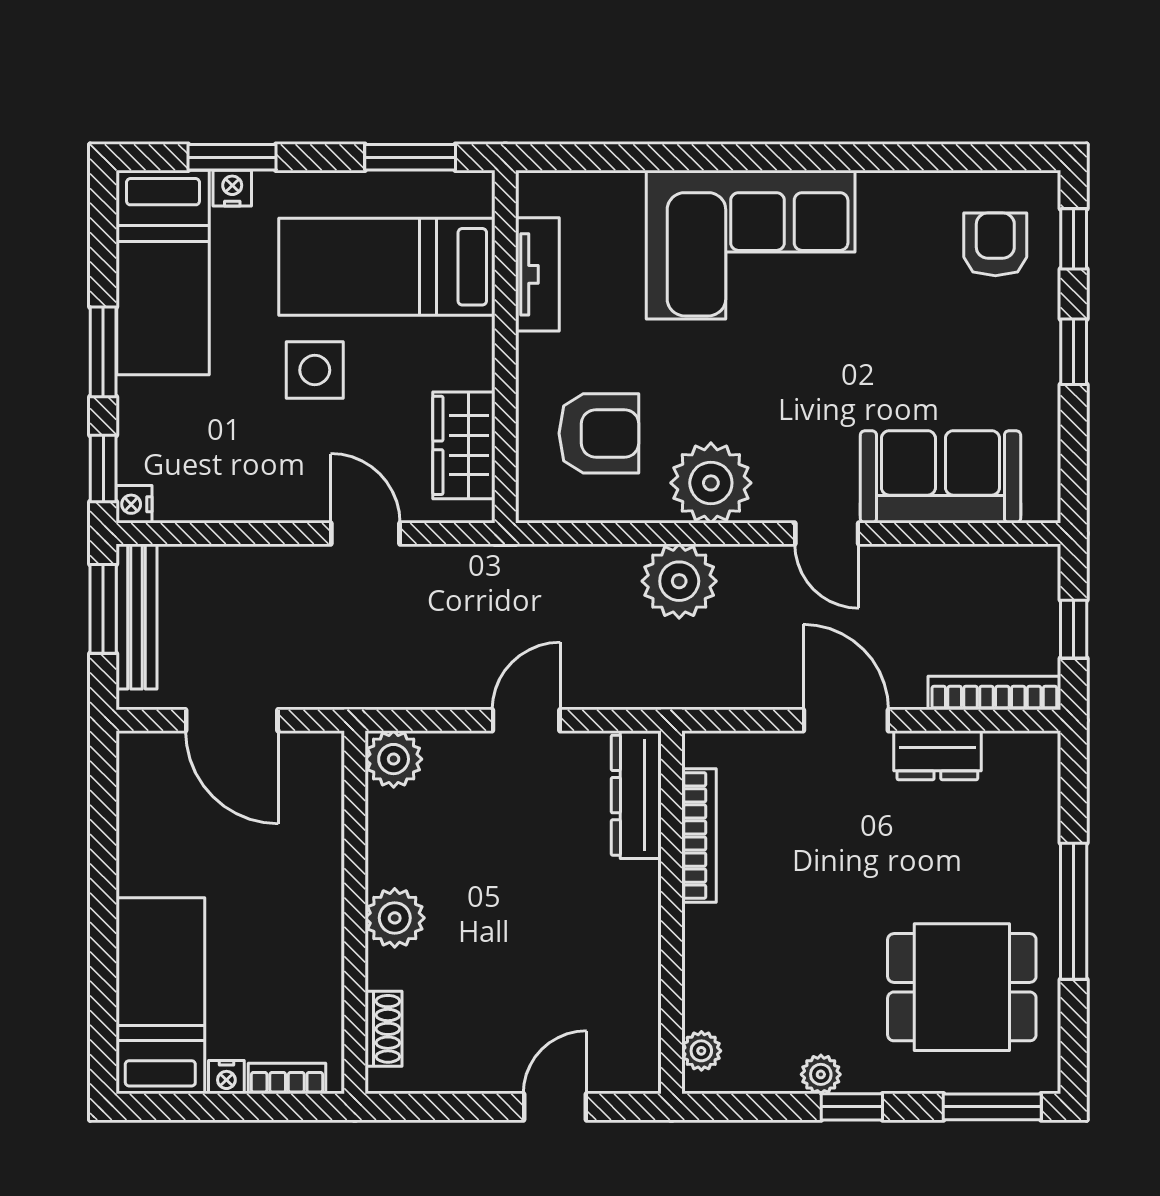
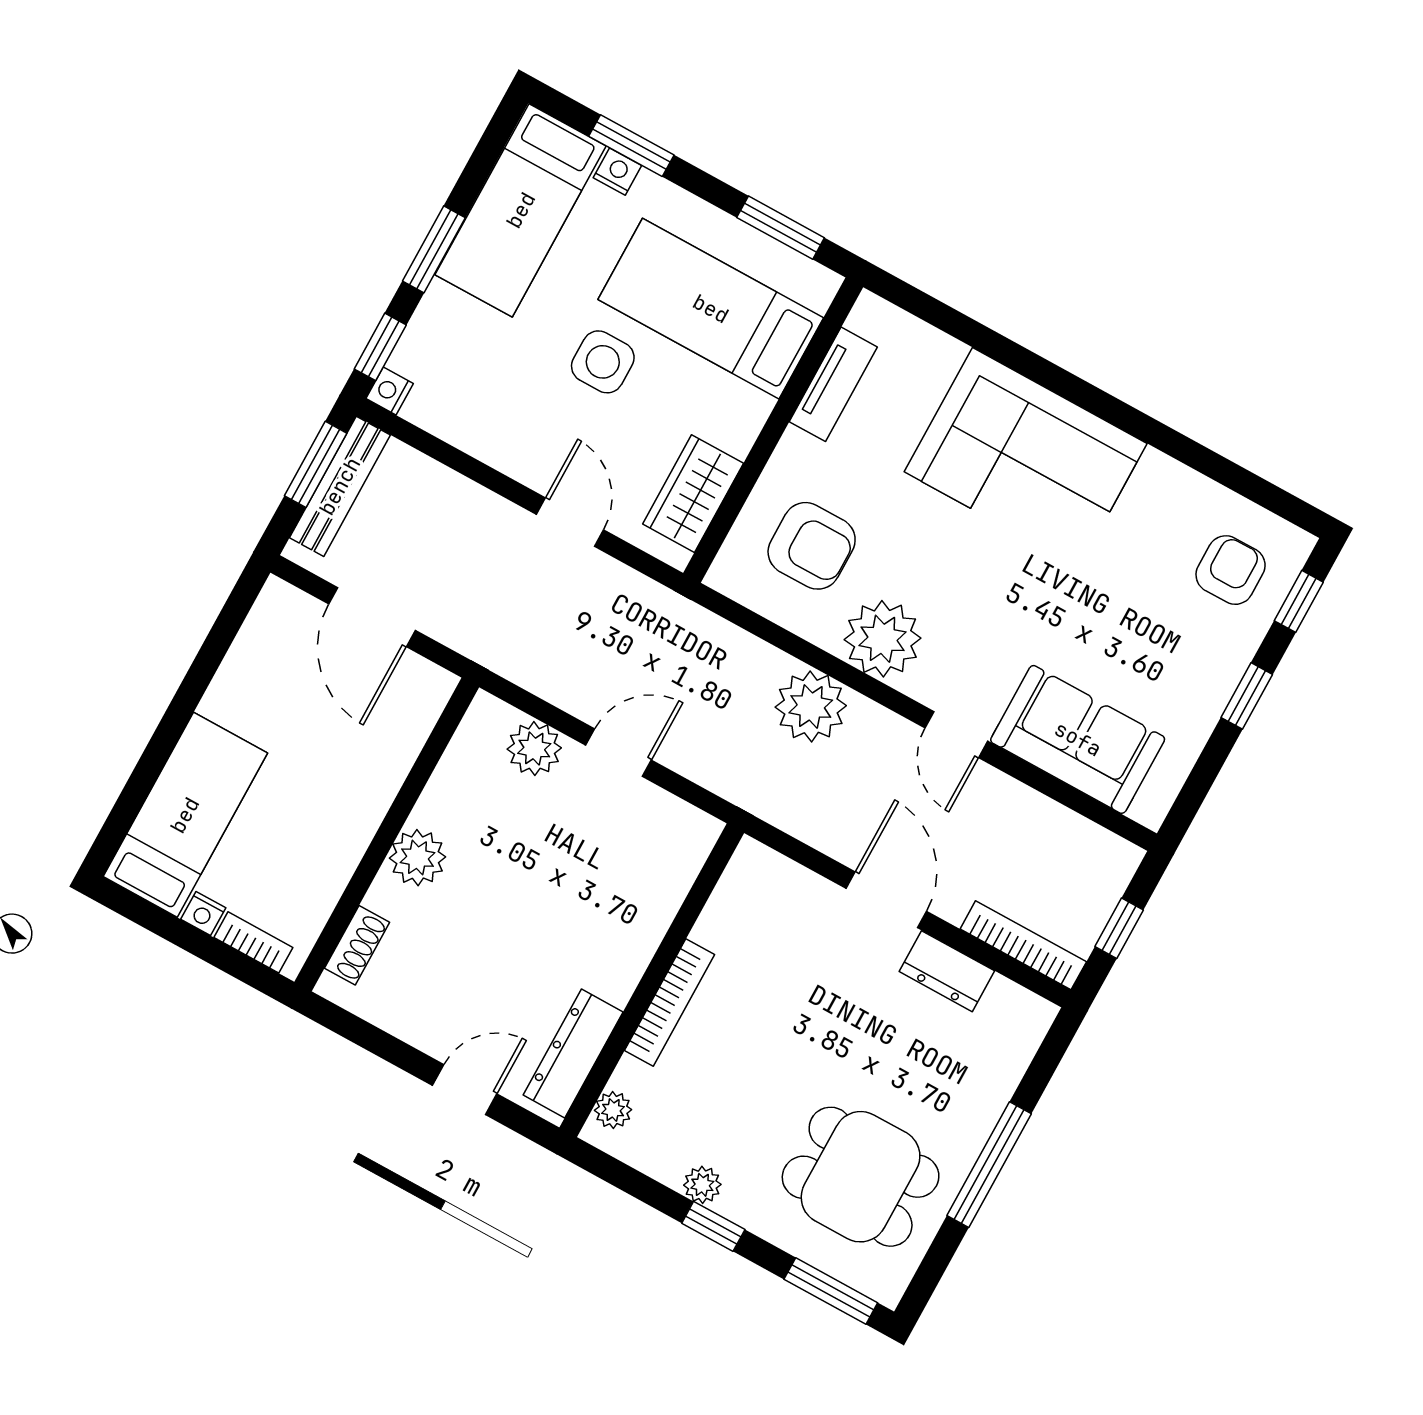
plant: (394, 759) -> (534, 749), moved
dresser: (636, 795) -> (573, 1054), moved
bookcase: (699, 835) -> (670, 1003), moved

